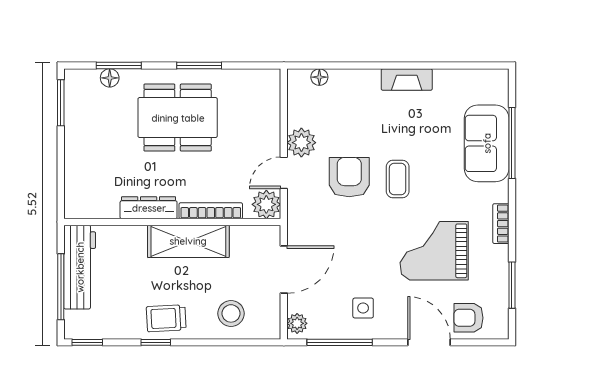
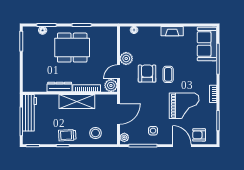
sofa: (487, 143) -> (207, 44), moved
grand piano: (434, 251) -> (184, 106), turned 180

